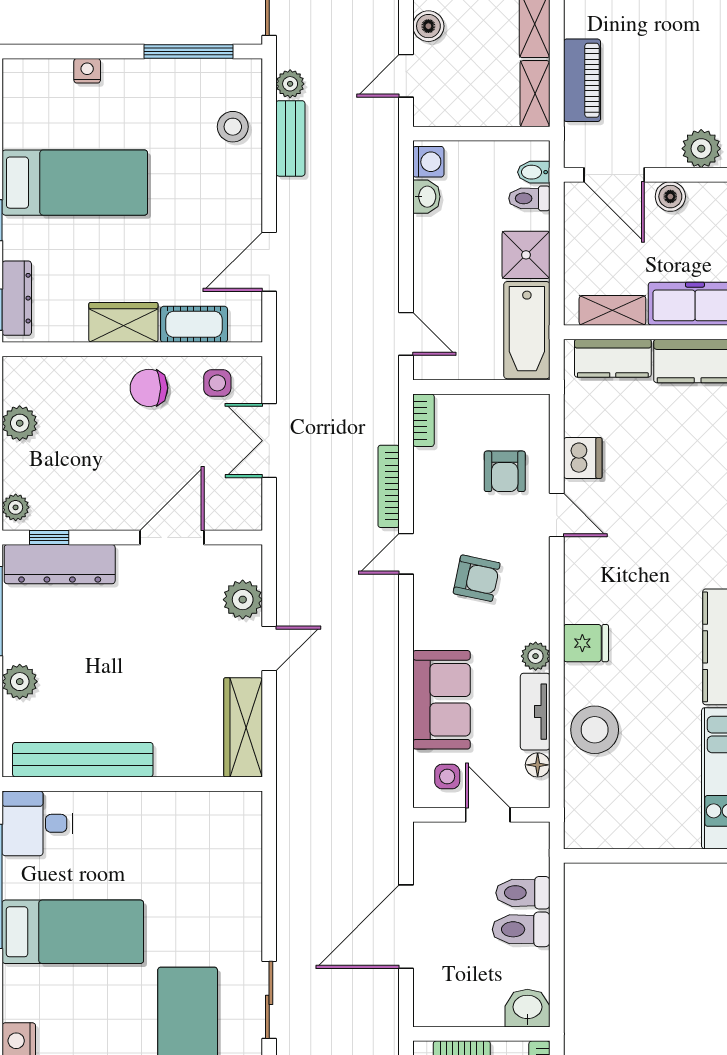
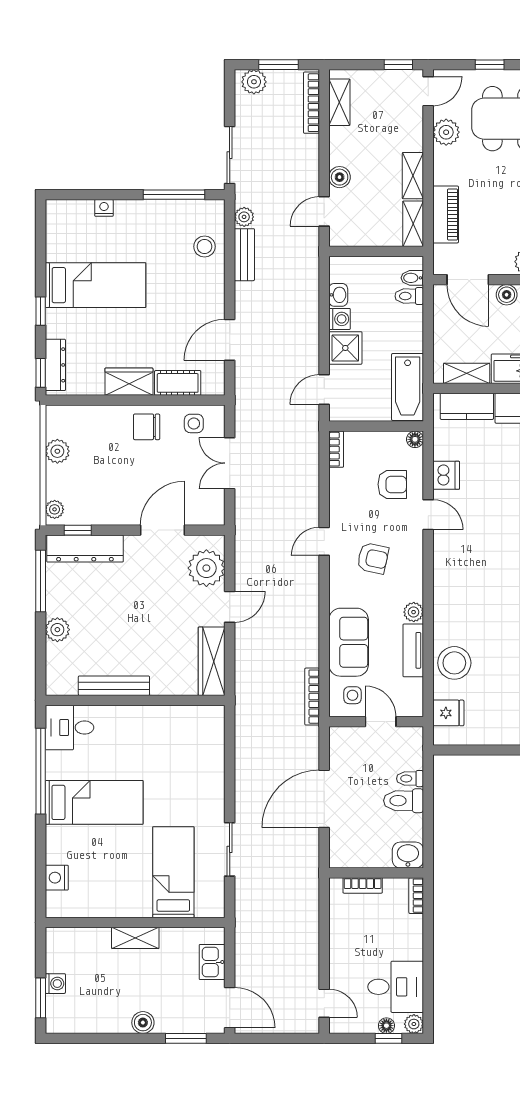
washing machine: (428, 162) -> (340, 319), moved
shower: (526, 255) -> (345, 348), moved
door: (406, 334) -> (324, 390), swing flipped
armchair: (505, 471) -> (392, 484), turned -90
bookcase: (389, 486) -> (312, 697), moved
plant: (243, 600) -> (206, 568), width x1.36, depth x1.36
fridge: (586, 643) -> (448, 713), moved
bench: (83, 760) -> (114, 686), width x0.73, depth x0.82
floor lamp: (538, 765) -> (415, 439), moved
toilet: (523, 893) -> (410, 779), width x0.73, depth x0.72

